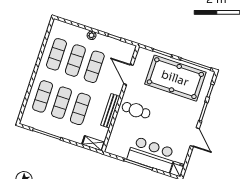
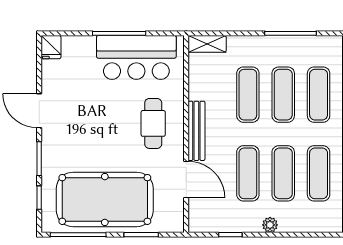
cafe table: (136, 110) -> (153, 123), turned 90
bench: (110, 111) -> (196, 131), moved
bar counter: (152, 155) -> (136, 57), moved

